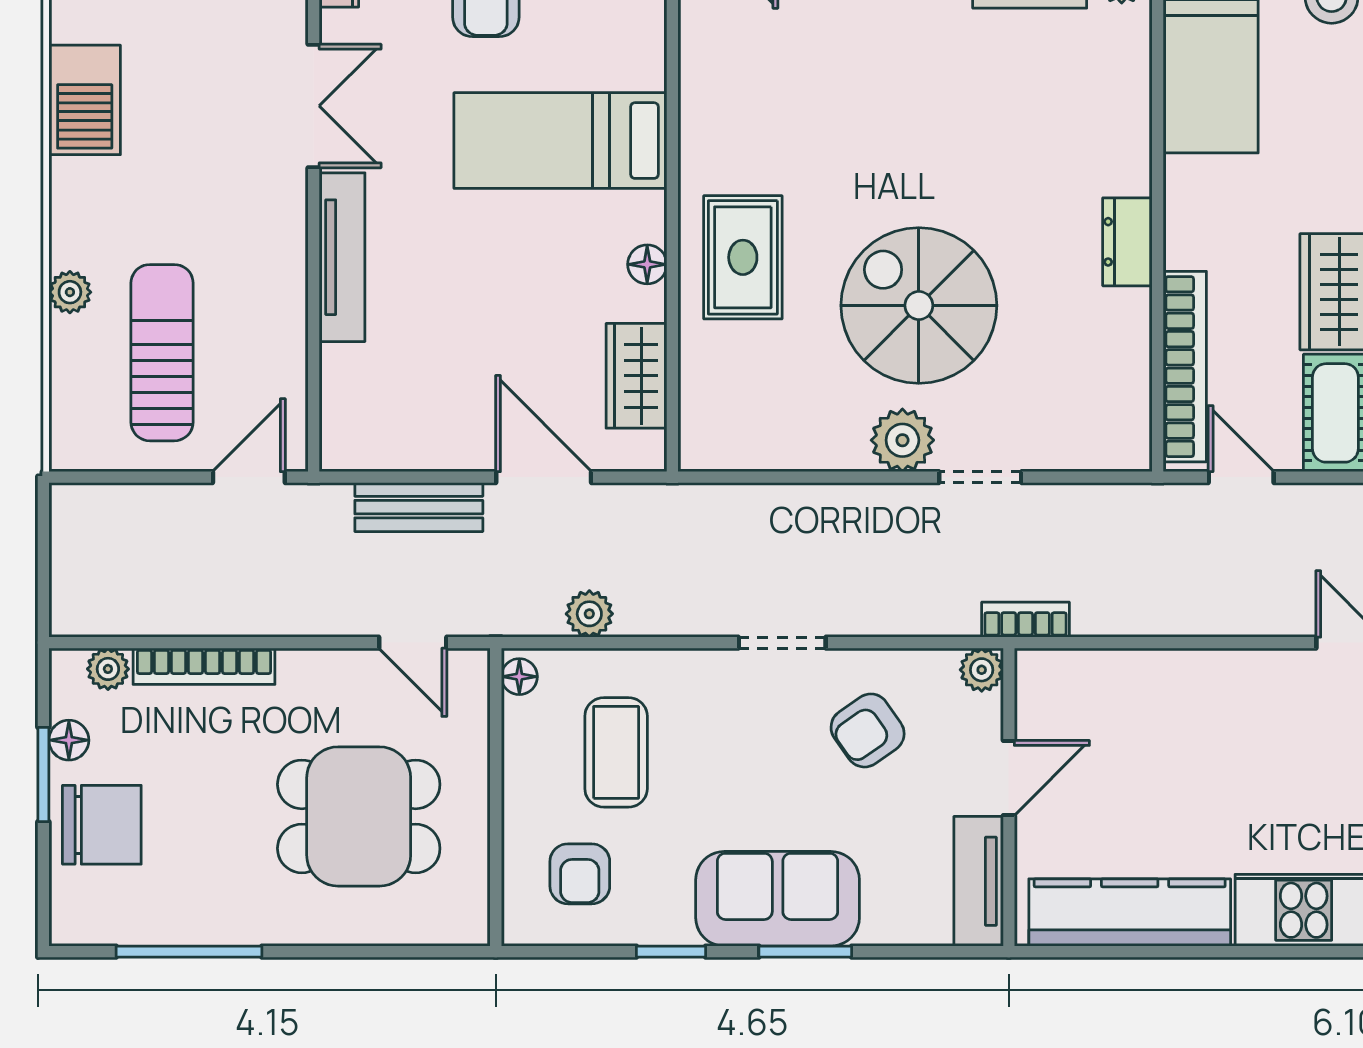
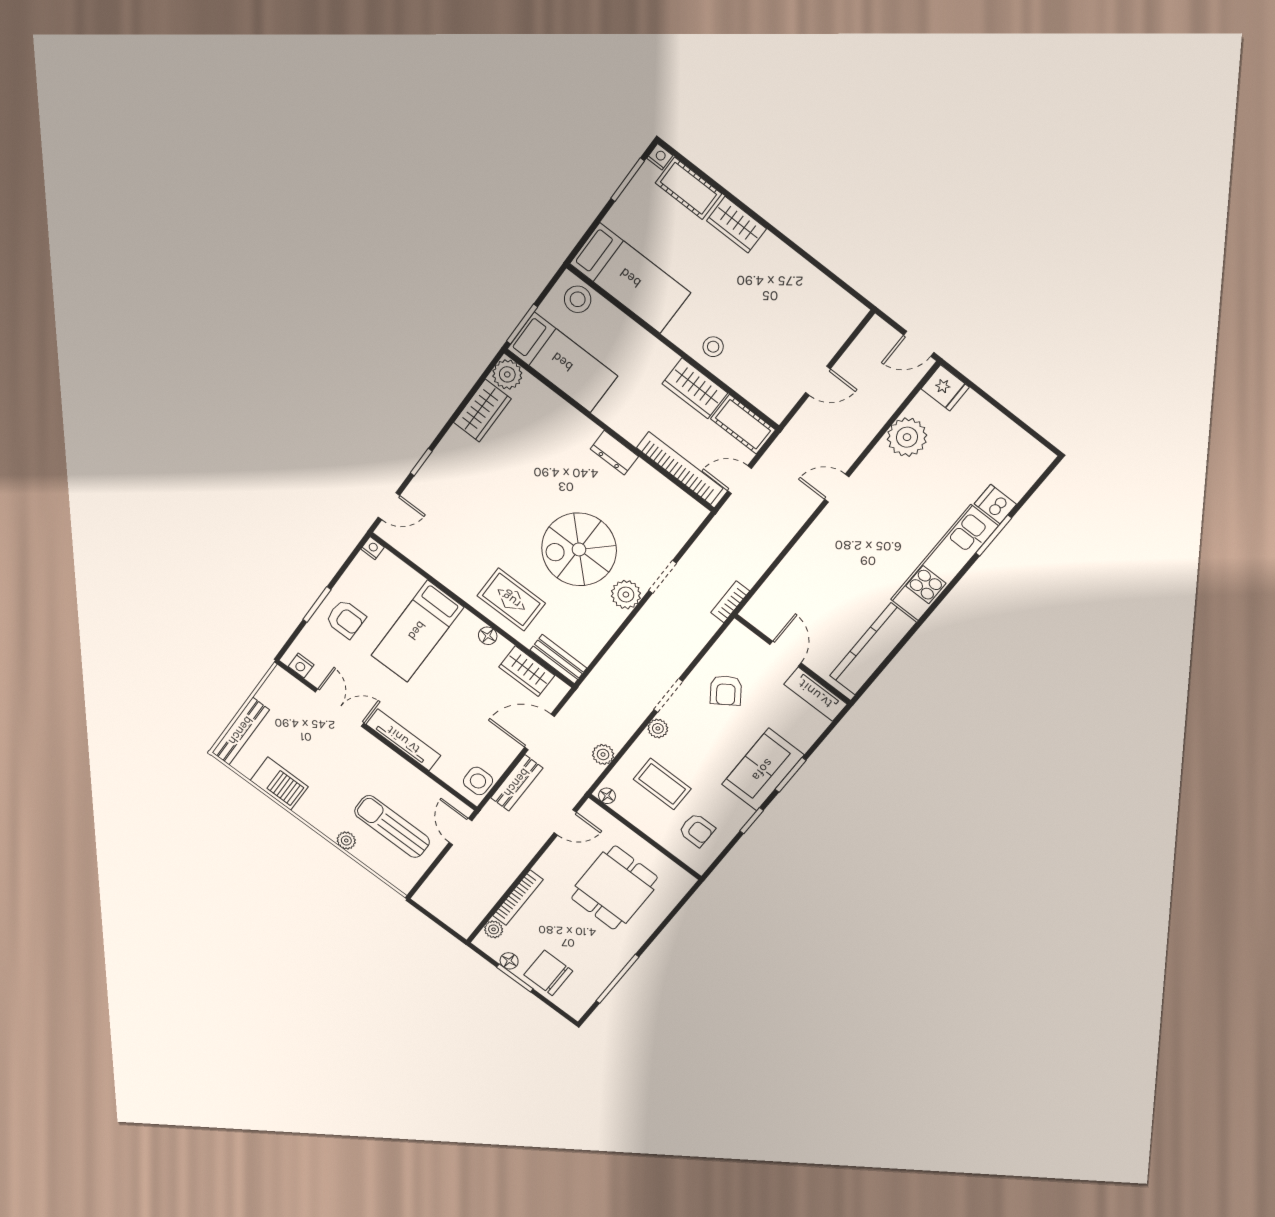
bench: (700, 413) -> (558, 659), added
side table: (369, 439) -> (478, 781), added
plant: (982, 670) -> (658, 728), moved
chair: (102, 825) -> (548, 973), turned -90

